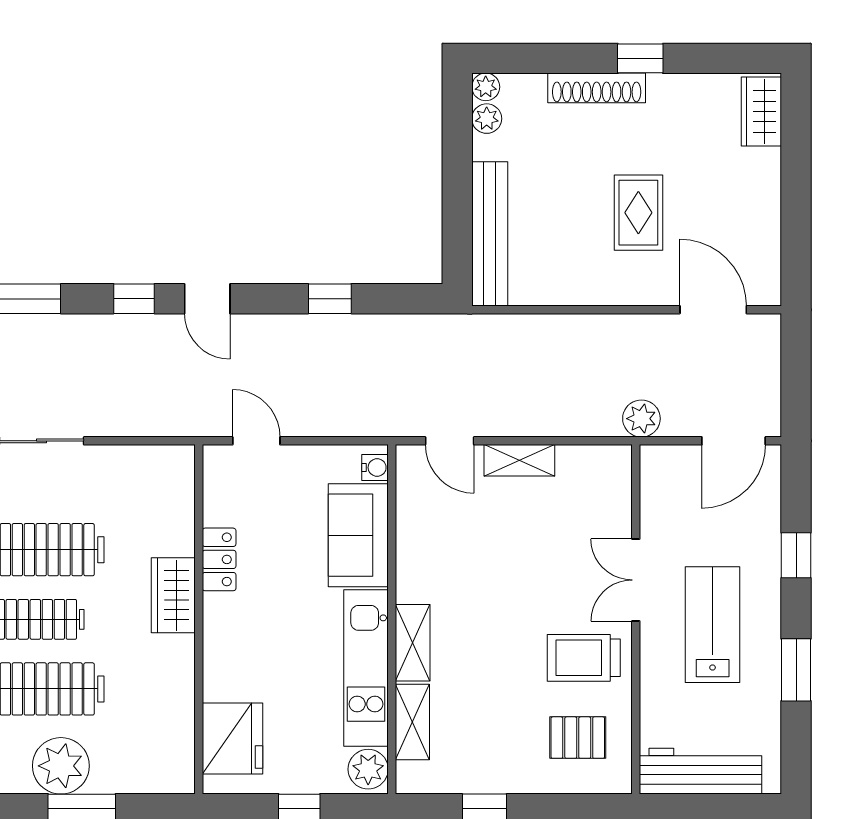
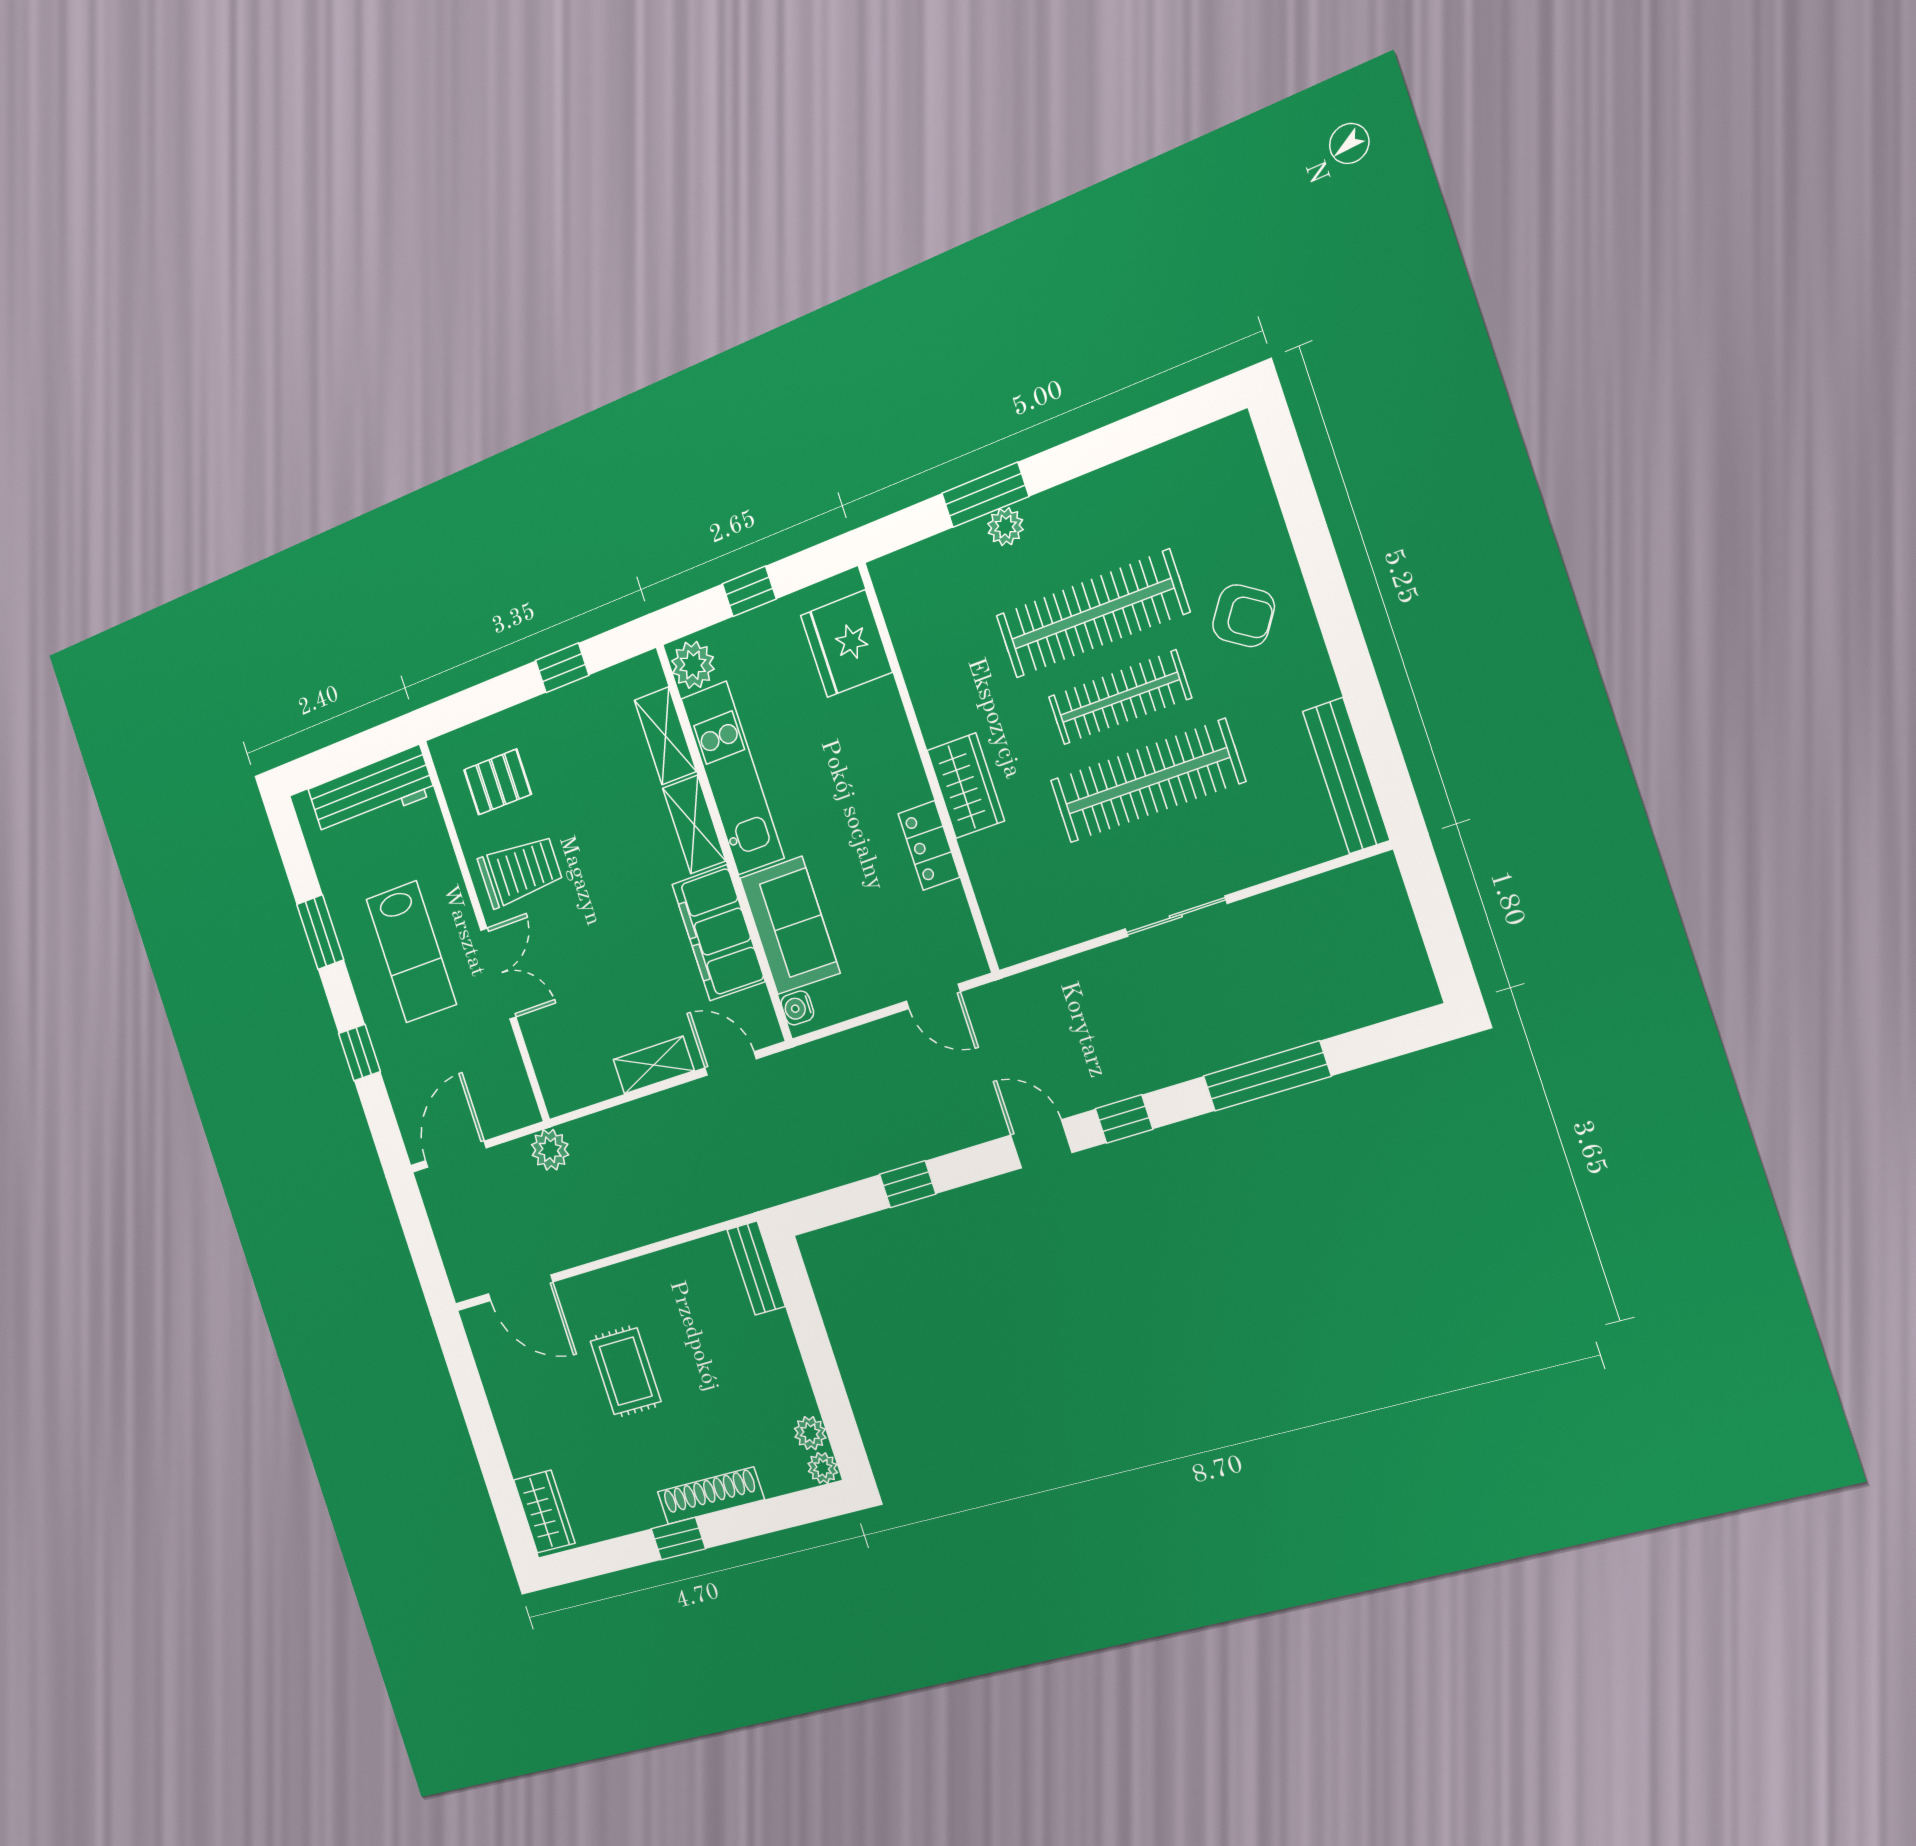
bench: (490, 234) -> (756, 1268), width x0.54, depth x0.82
filing cabinet: (422, 549) -> (719, 933), added
plant: (61, 766) -> (1005, 527), width x0.53, depth x0.53

